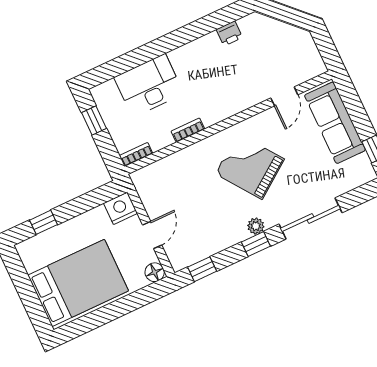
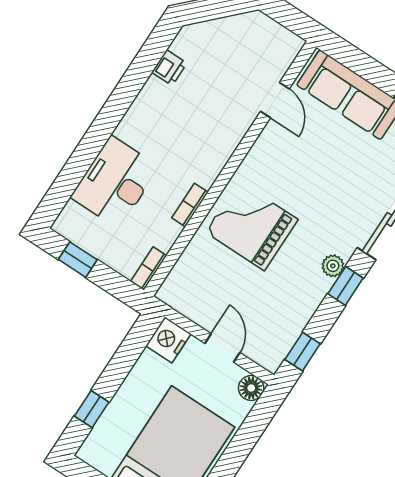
grand piano: (250, 166) -> (252, 226), moved, turned 36

